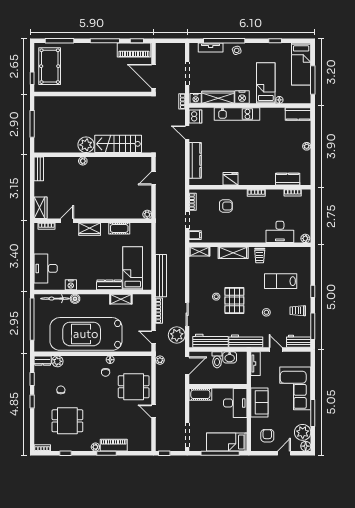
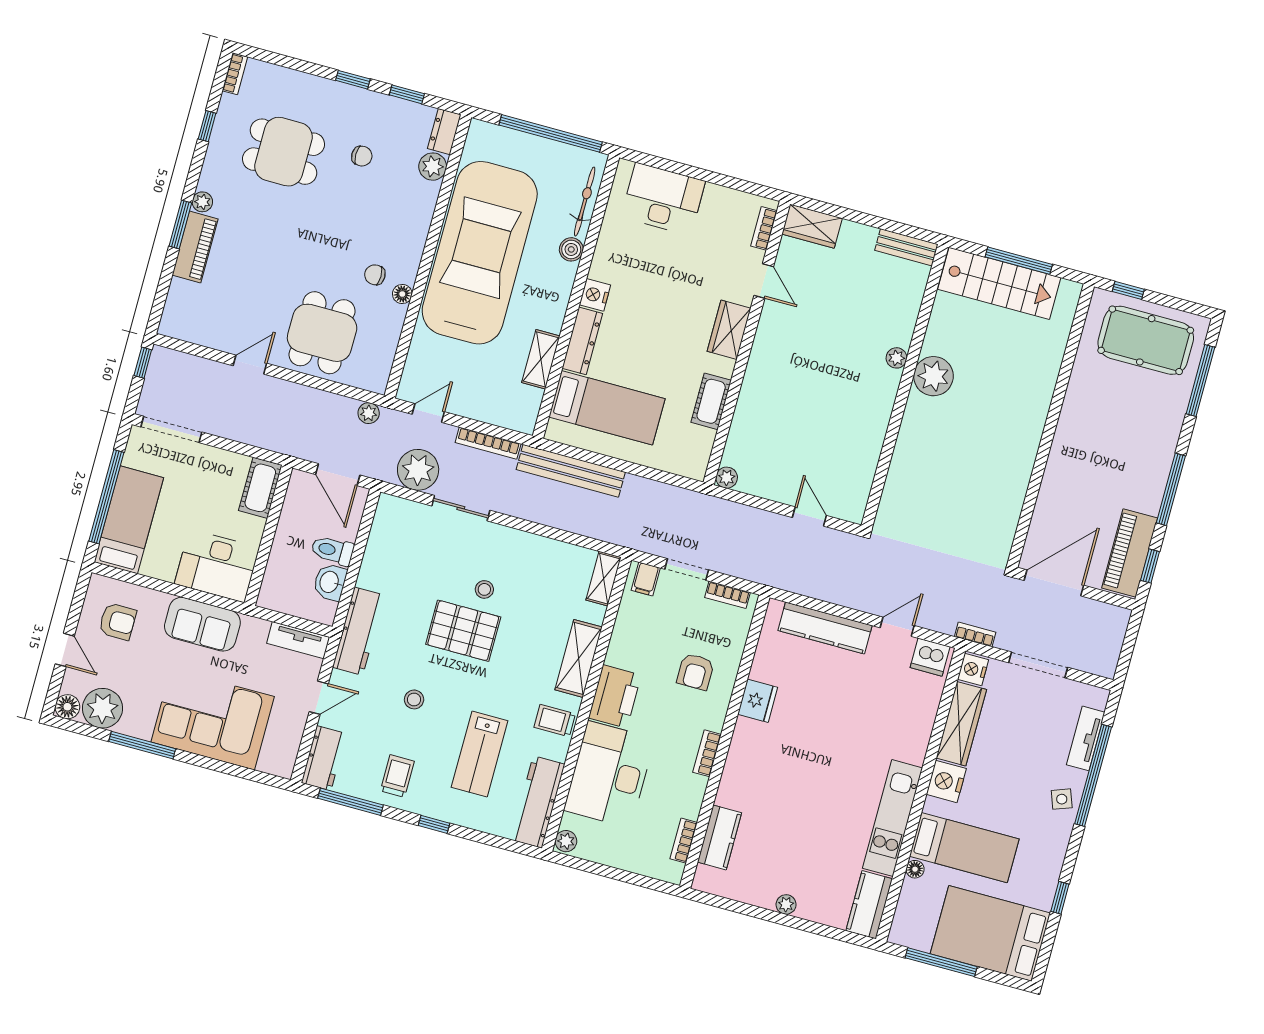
bed: (301, 64) -> (990, 933), width x1.50
kitchen unit: (237, 114) -> (892, 818), moved
stairs: (118, 144) -> (999, 283), moved, turned 90
desk: (280, 232) -> (609, 774), width x1.36, depth x1.30
printer: (244, 235) -> (615, 696), added
lab bench: (281, 281) -> (480, 754), turned 180
nightstand: (71, 285) -> (595, 295), moved
workbench: (210, 341) -> (538, 802), moved, turned 180
dining table: (67, 421) -> (284, 152), turned 90

